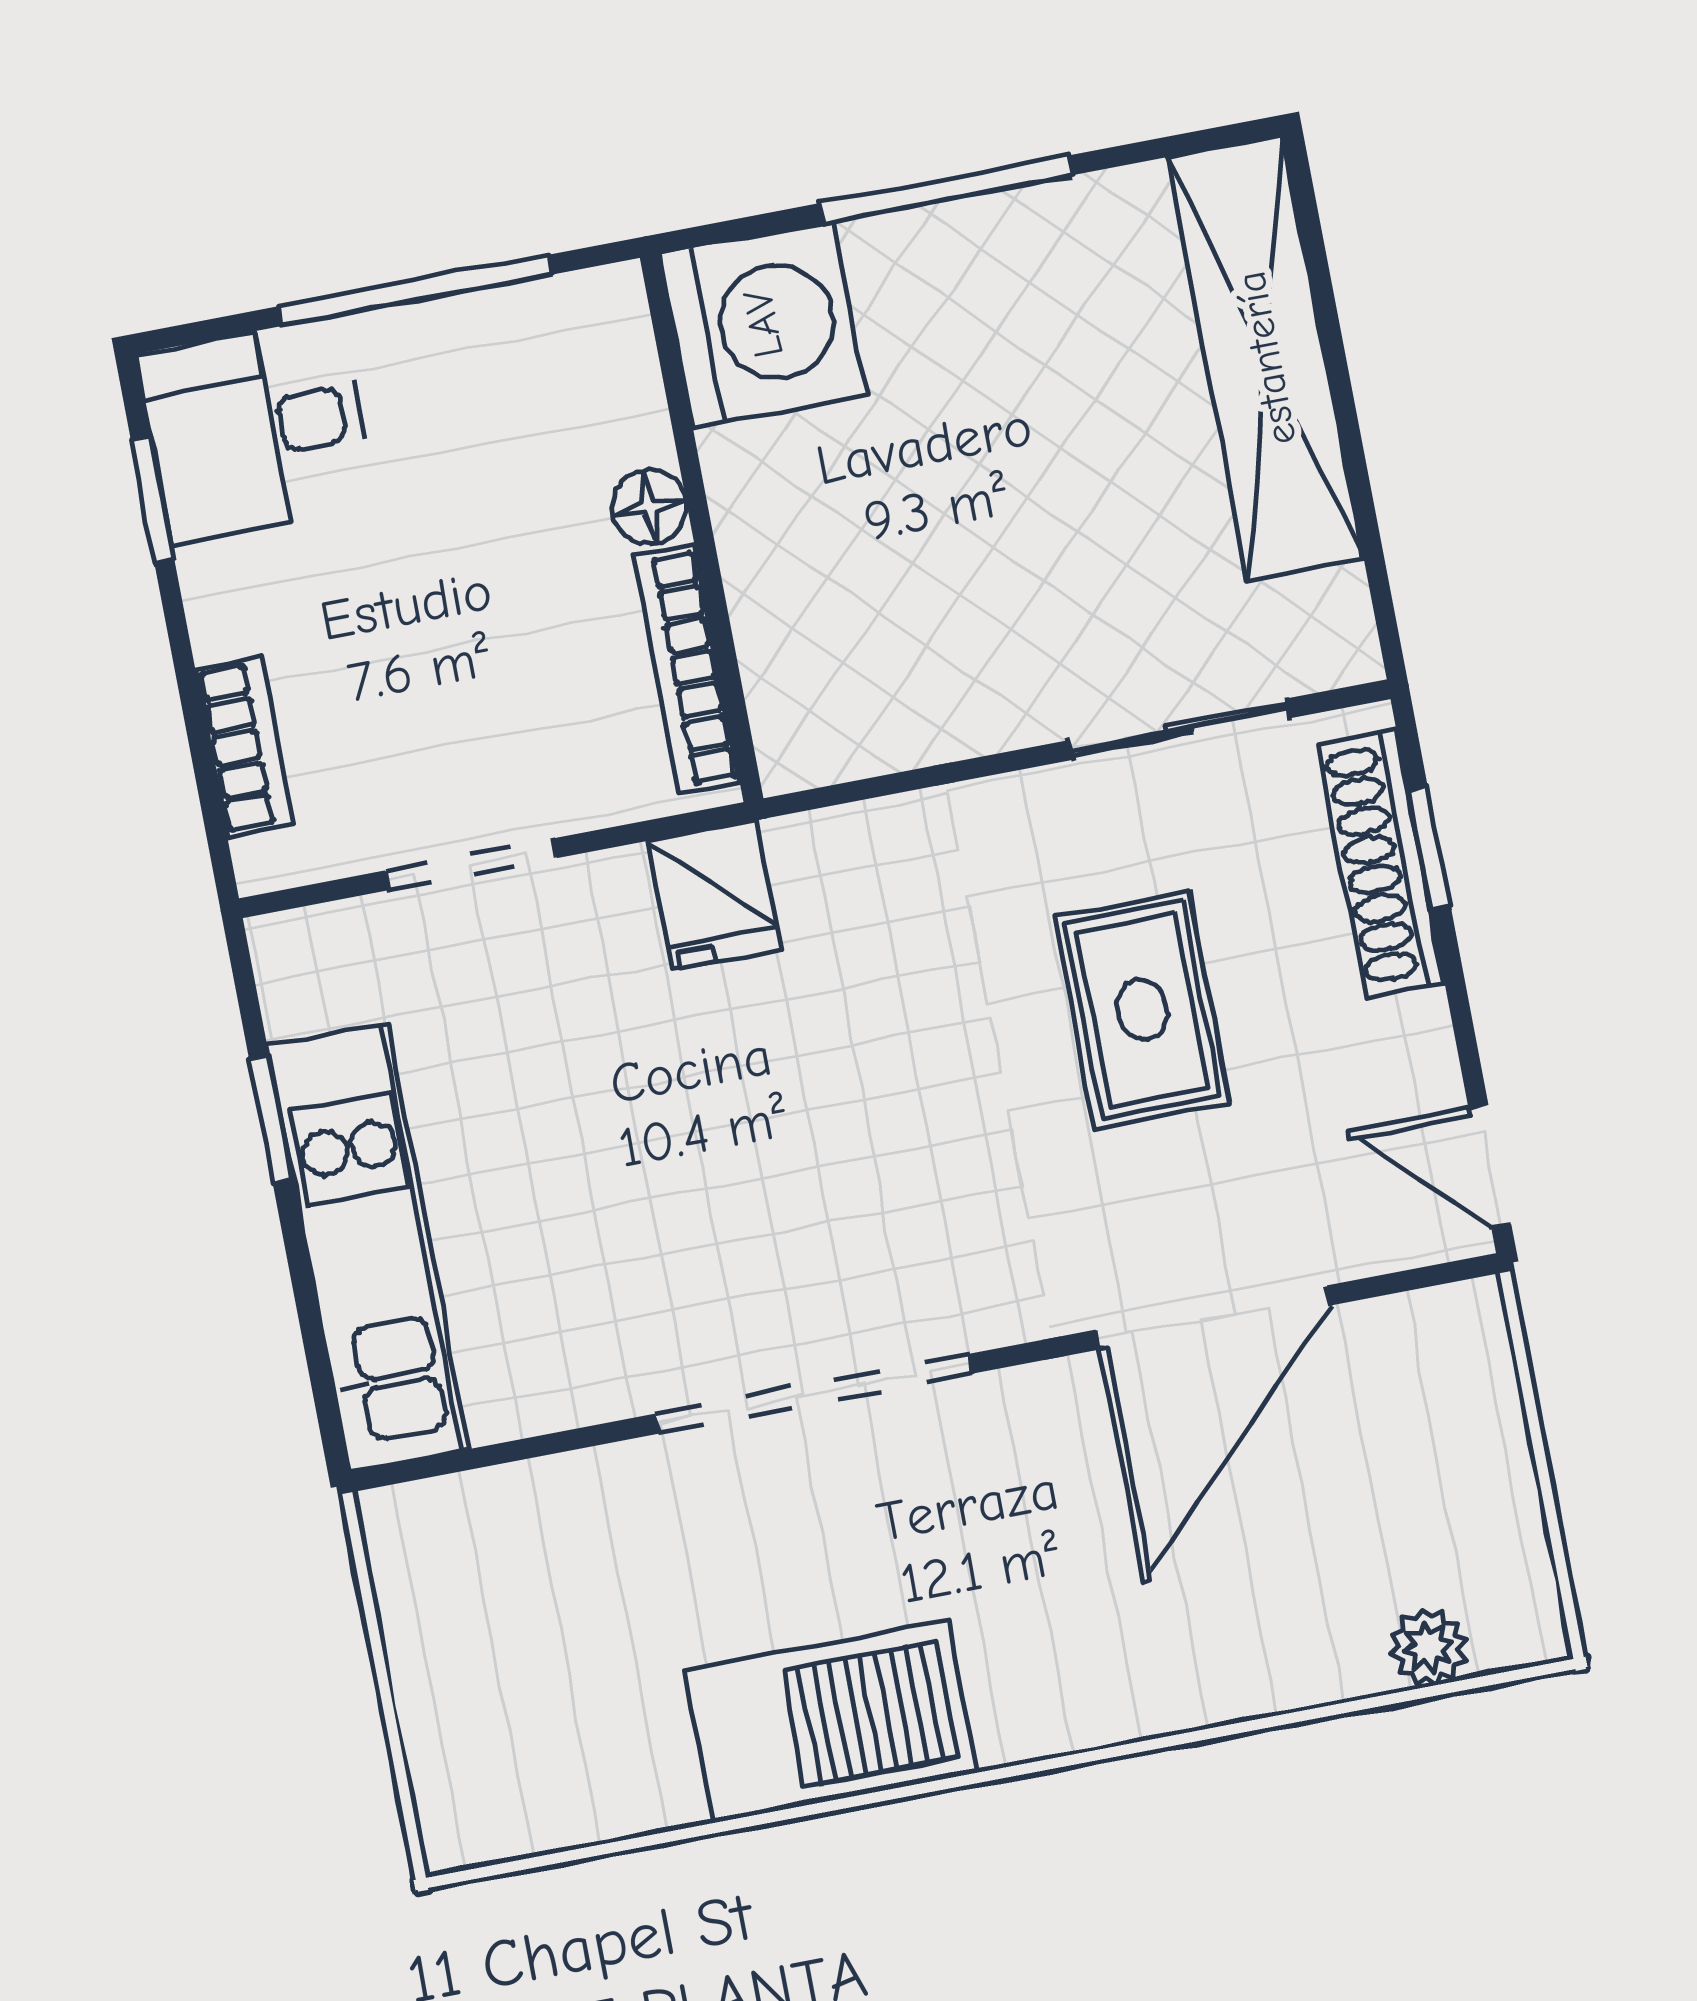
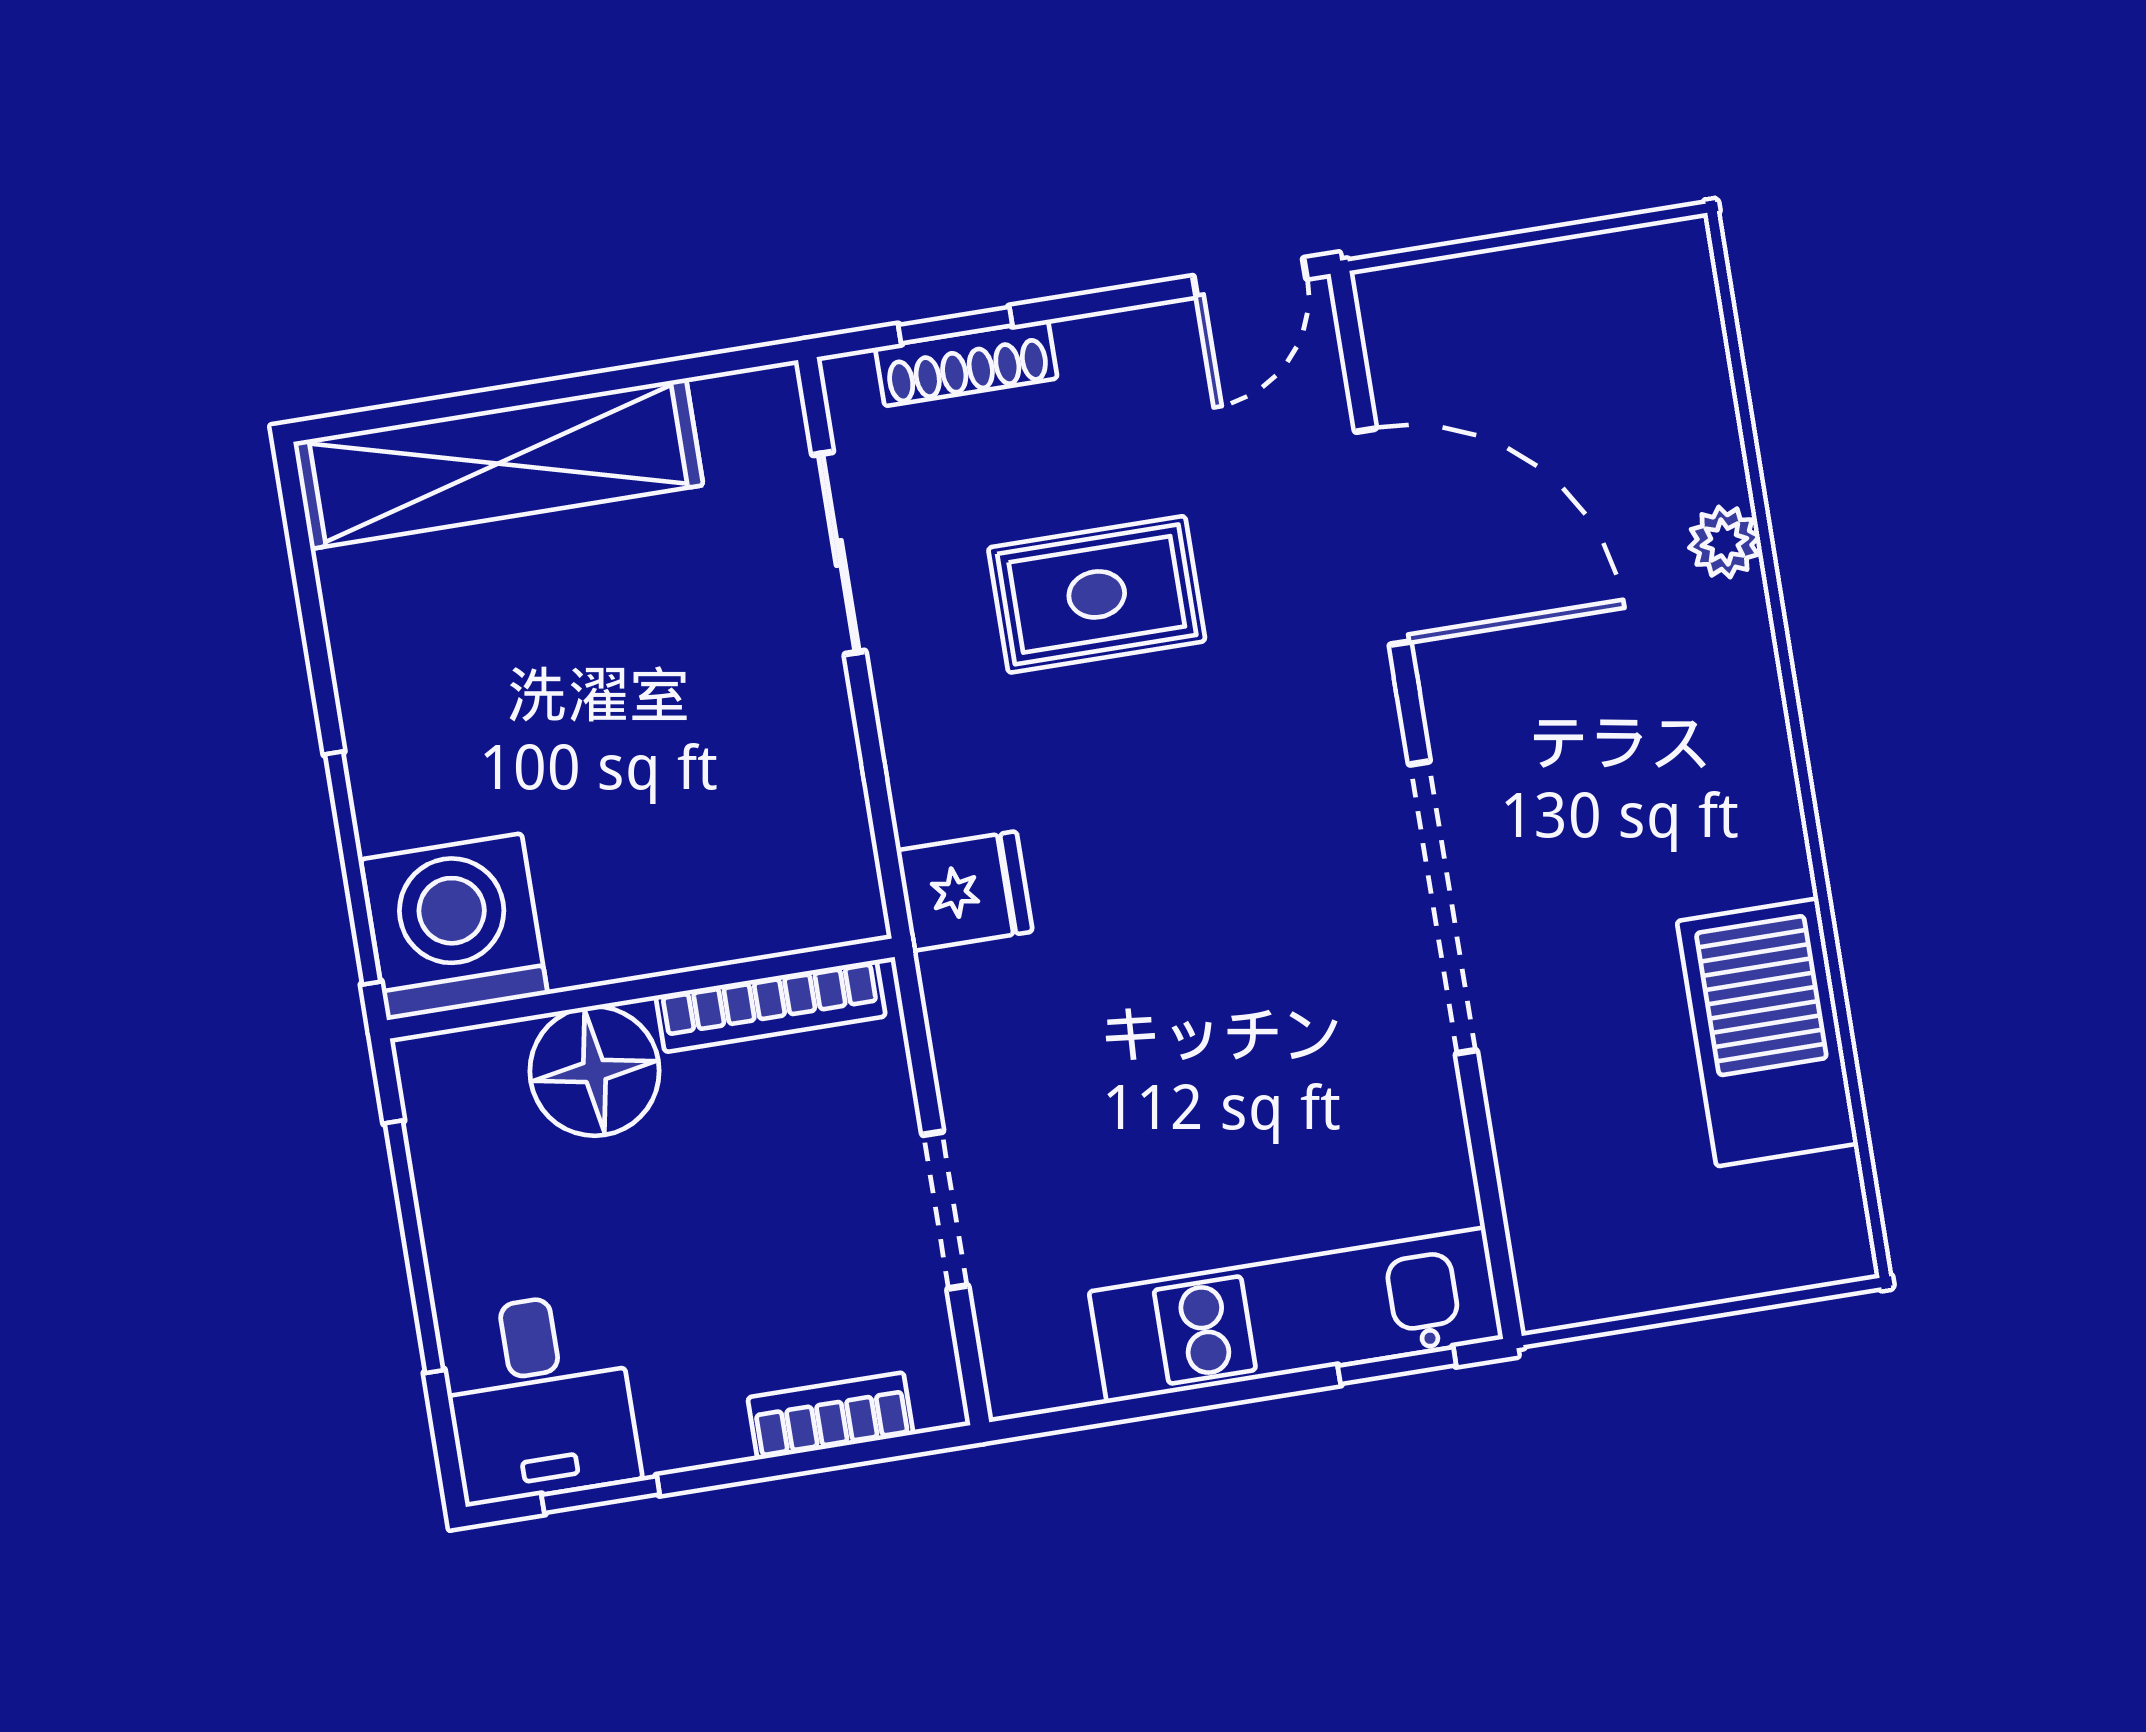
window: (945, 189) -> (353, 868), moved
floor lamp: (649, 507) -> (595, 1071), width x1.89, depth x1.89
shoe rack: (1381, 863) -> (966, 363), width x0.74, depth x0.81
fridge: (714, 895) -> (965, 891), moved
window: (271, 1119) -> (1397, 1366), moved
plant: (1428, 1647) -> (1724, 542), moved
barbecue: (831, 1721) -> (1767, 1032), moved

